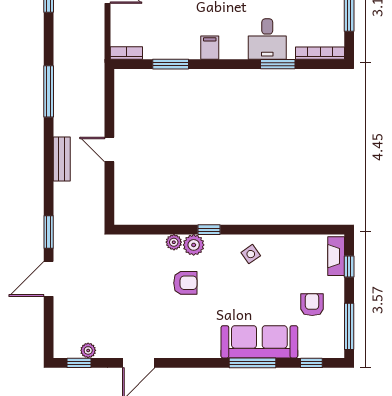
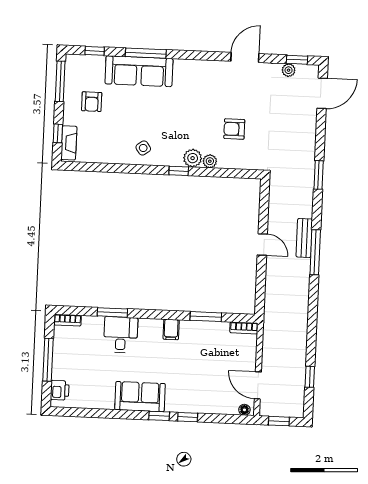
bookcase: (320, 53) -> (67, 320), width x0.64
window: (49, 91) -> (315, 252), moved
door: (49, 279) -> (322, 93), moved
armchair: (185, 283) -> (234, 129), moved

